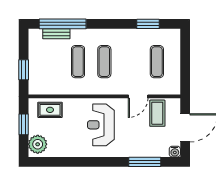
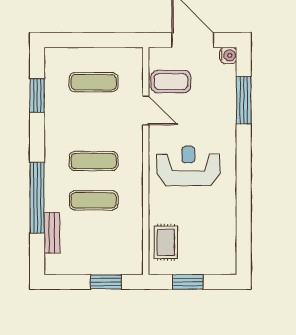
window: (63, 24) -> (37, 198), moved
reception desk: (101, 125) -> (188, 166), turned 180
plant: (38, 144) -> (217, 261), removed

